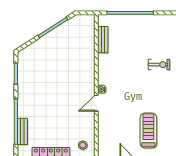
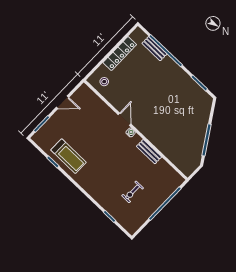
bench: (103, 40) -> (149, 152), moved
exercise bike: (159, 65) -> (133, 192), moved
treadmill: (148, 131) -> (69, 156), moved

